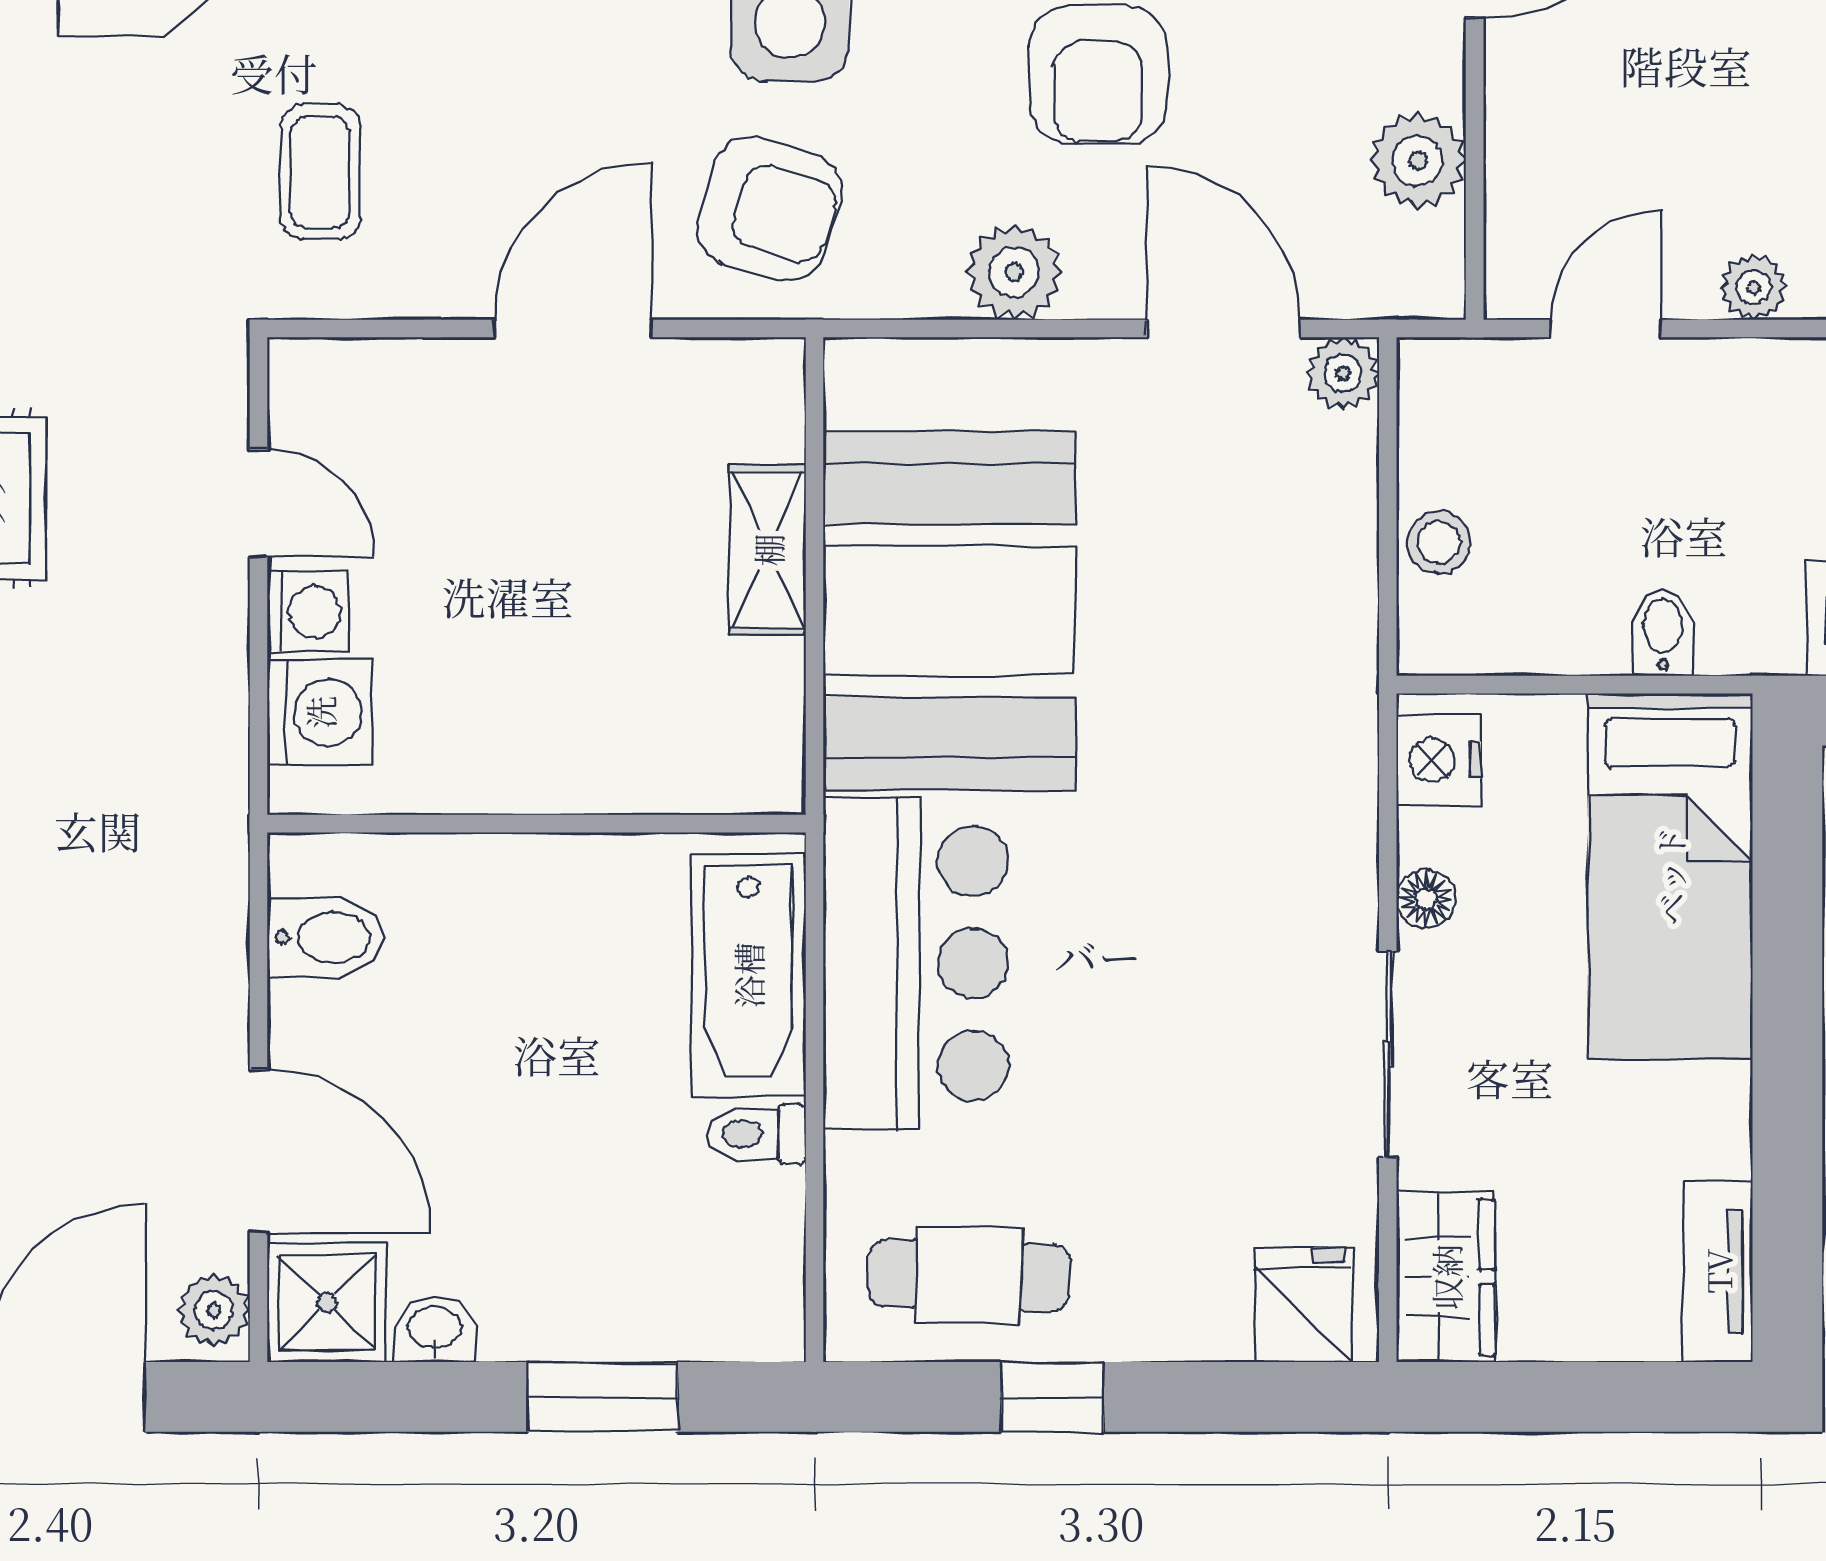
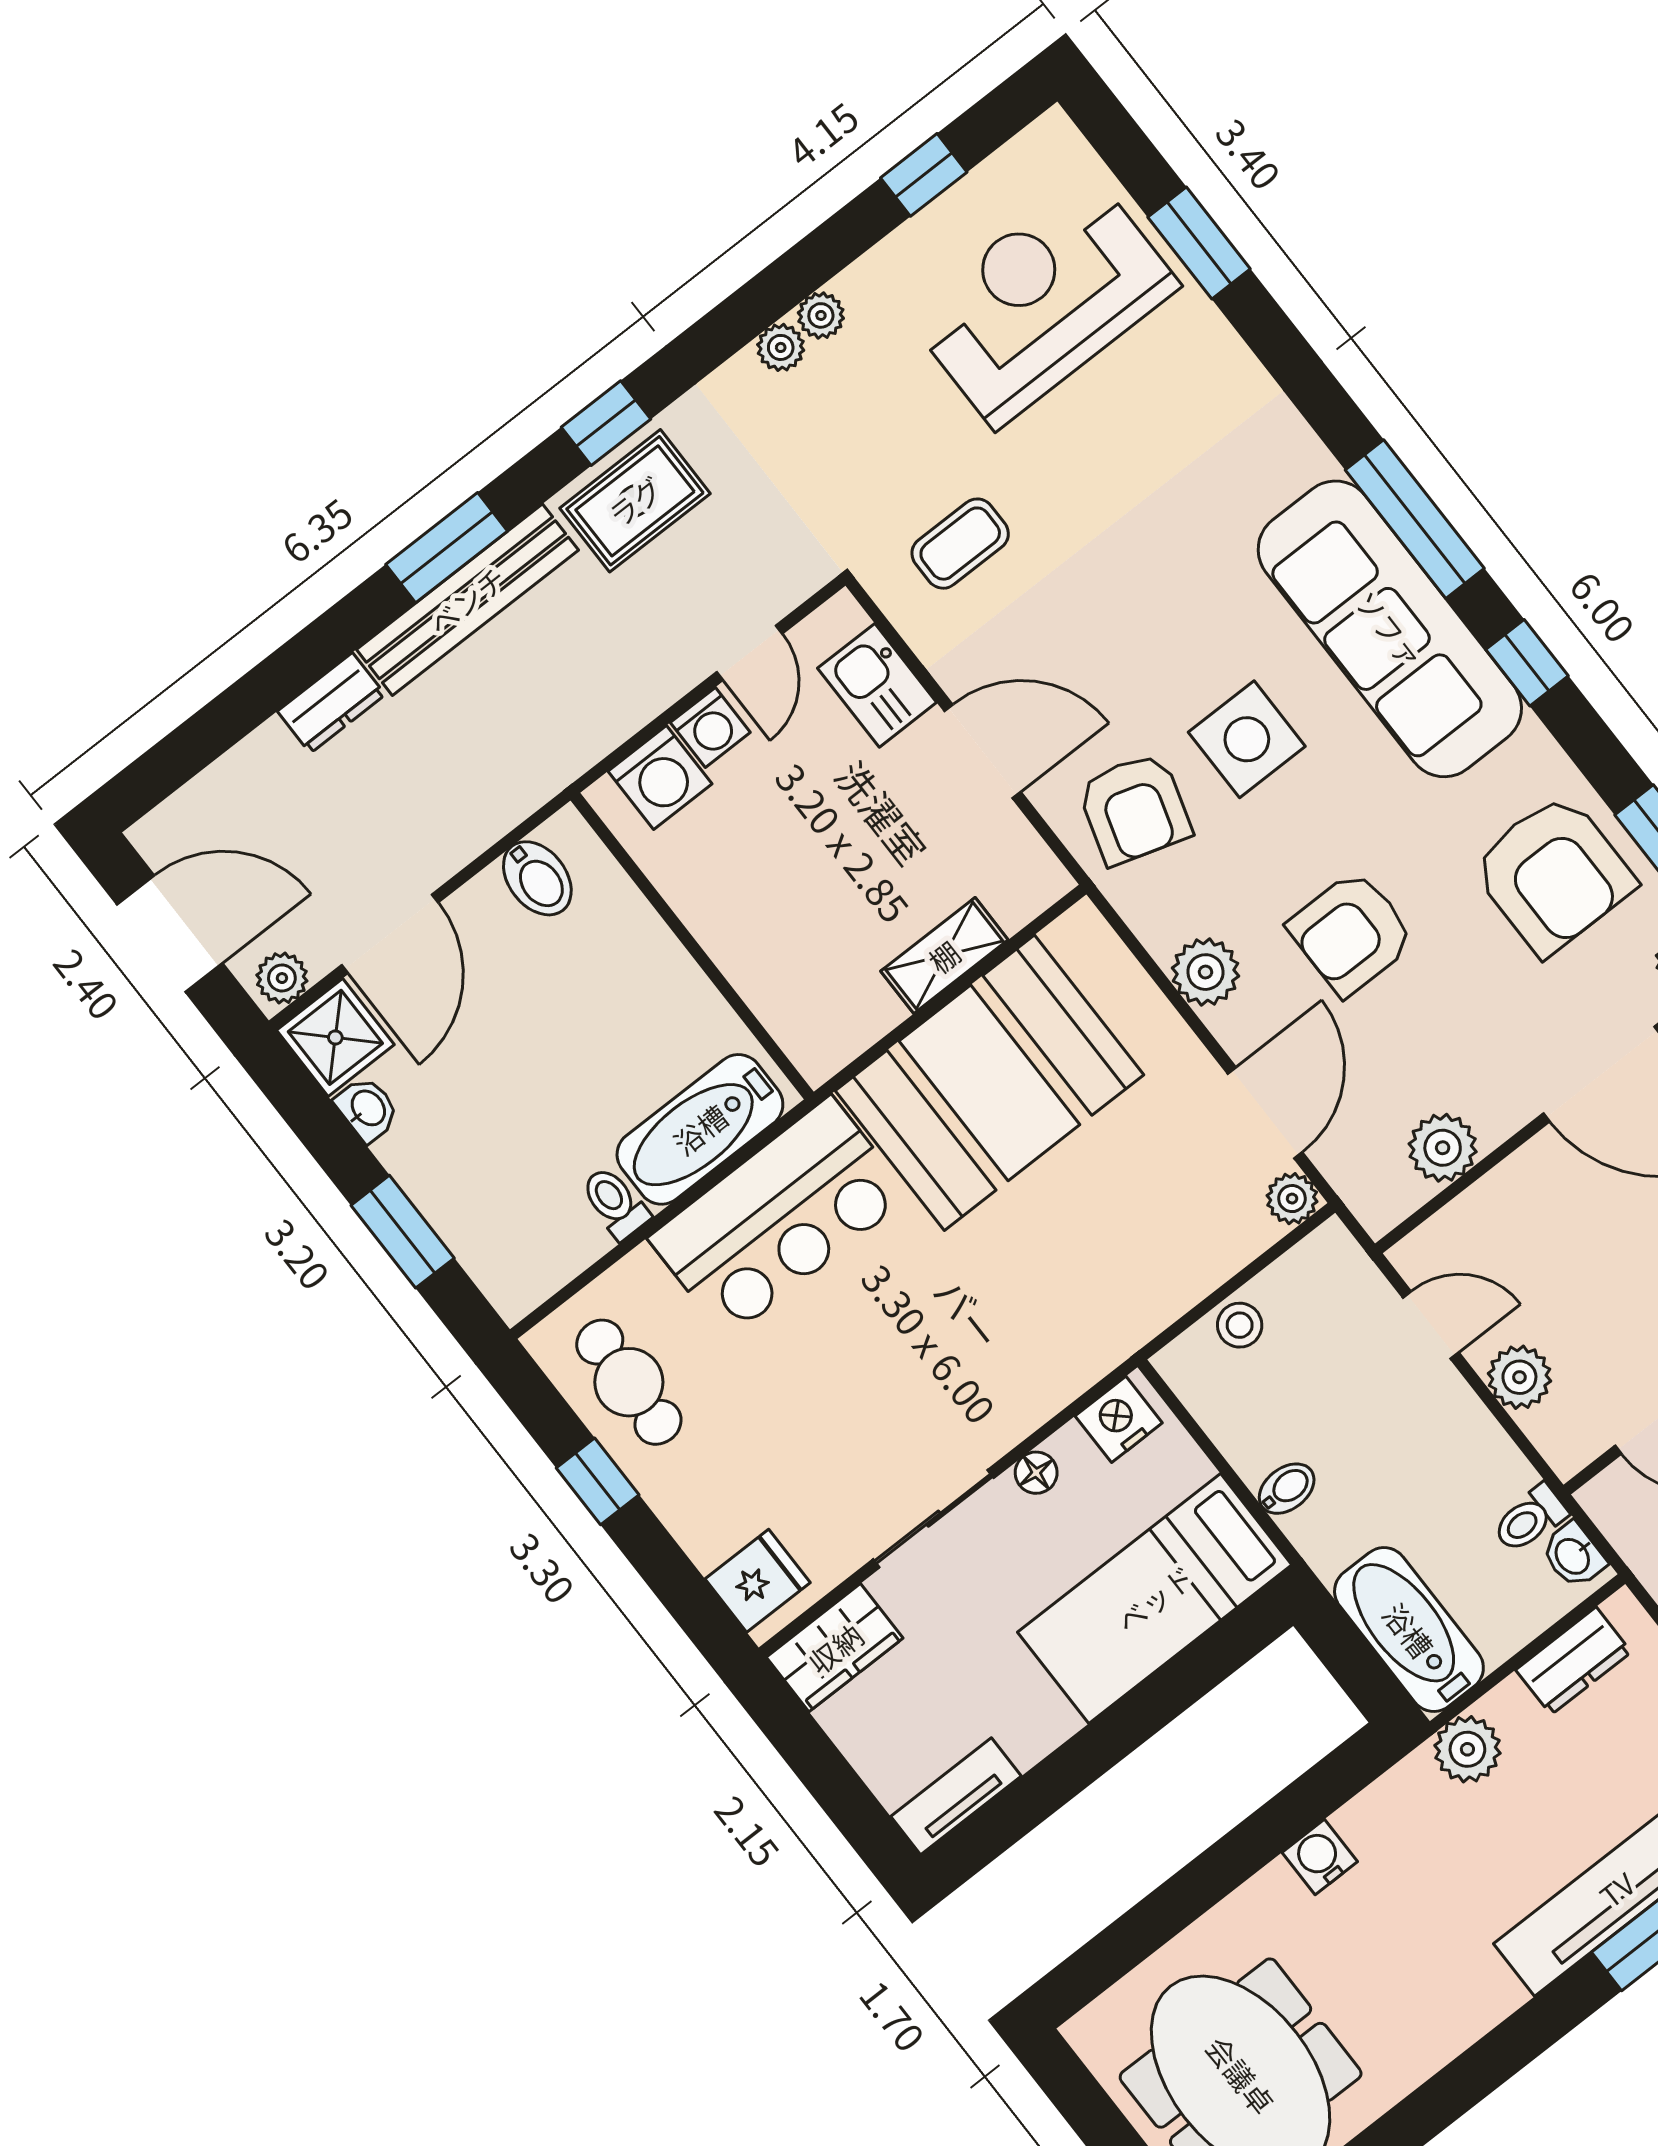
plant: (1754, 287) -> (1519, 1377), width x1.38, depth x1.38
kitchen sink: (406, 389) -> (877, 685), added

